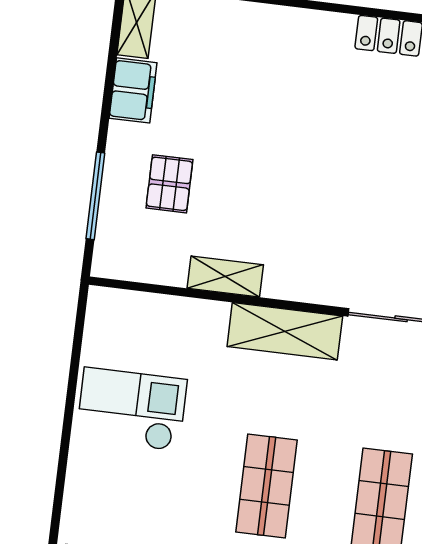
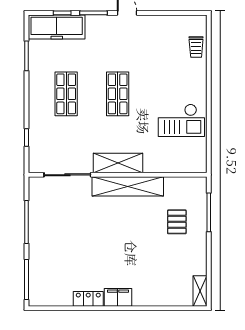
filing cabinet: (133, 90) -> (118, 297), moved, turned 90
shelving: (225, 277) -> (128, 186), width x2.20, depth x1.33

